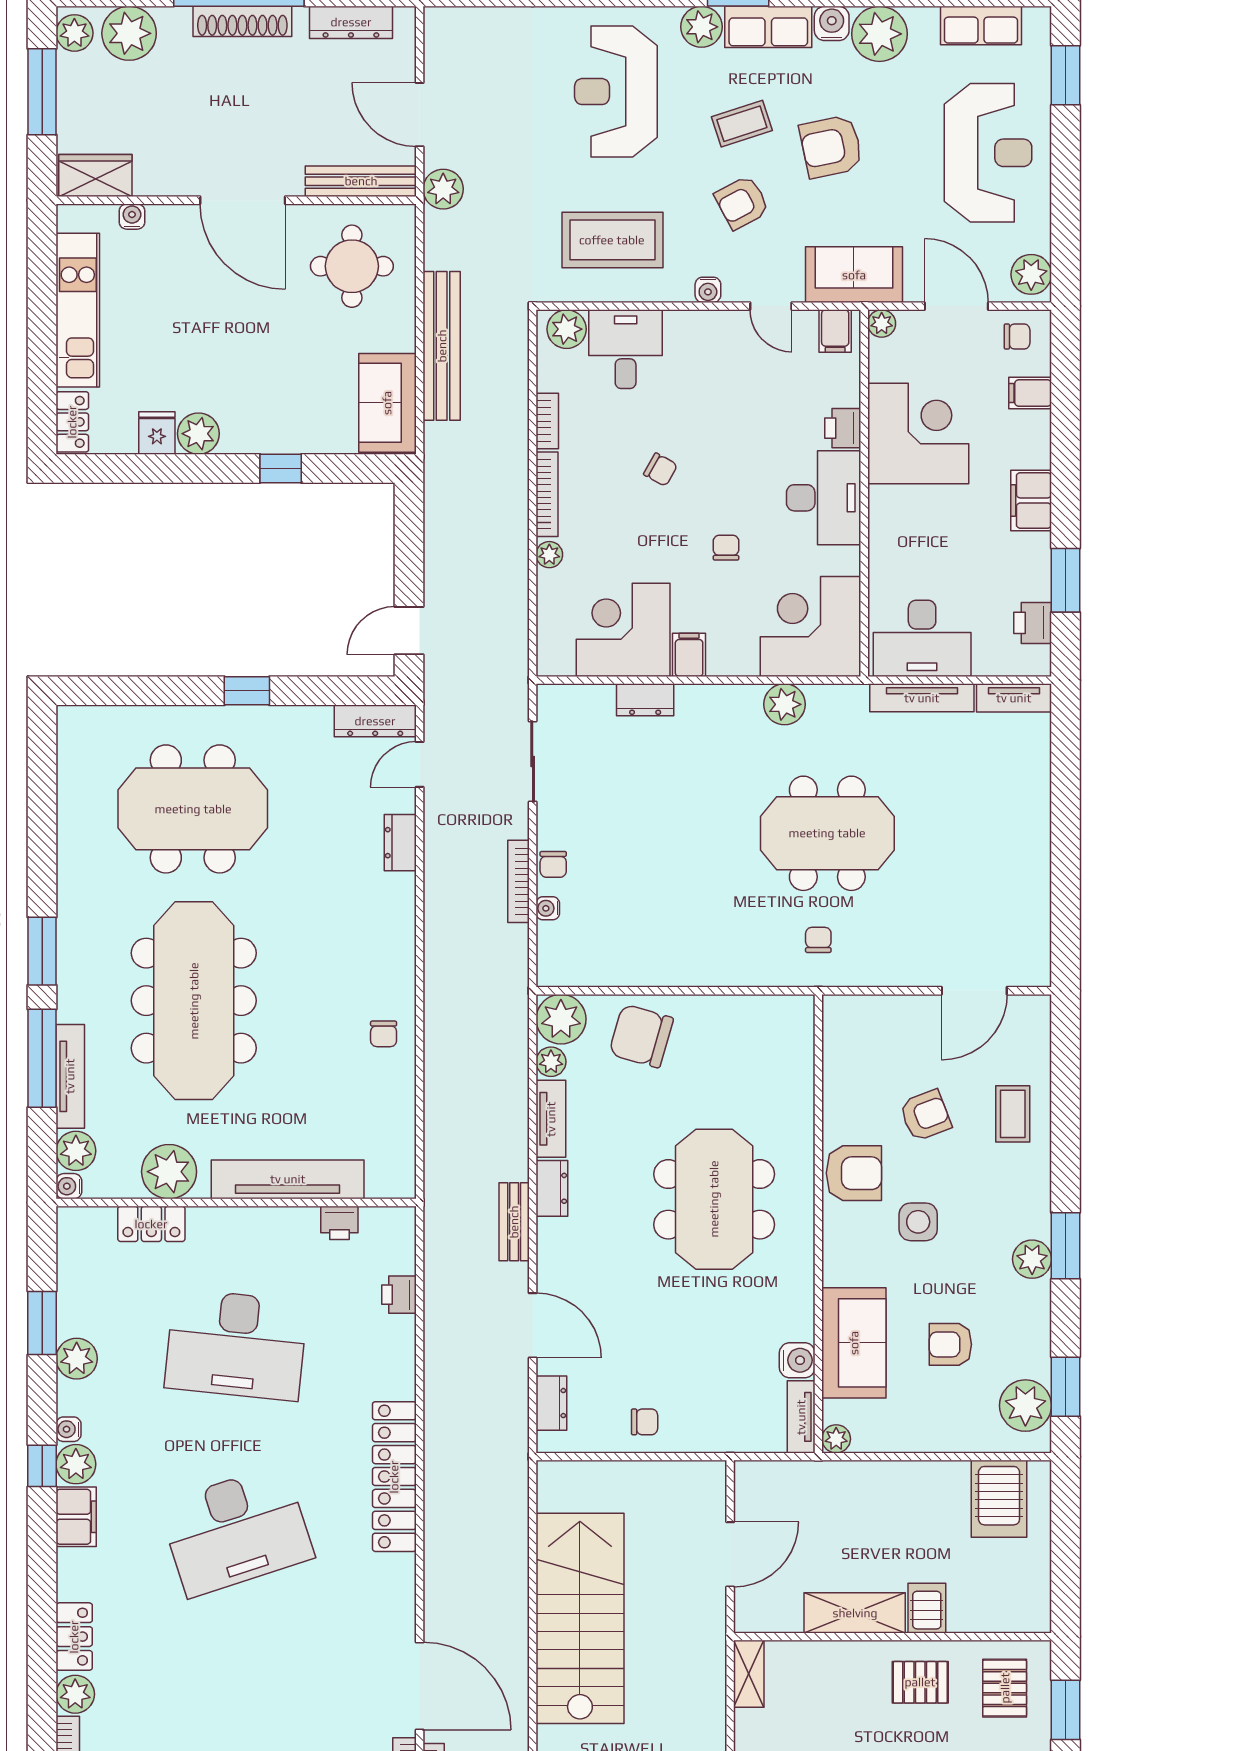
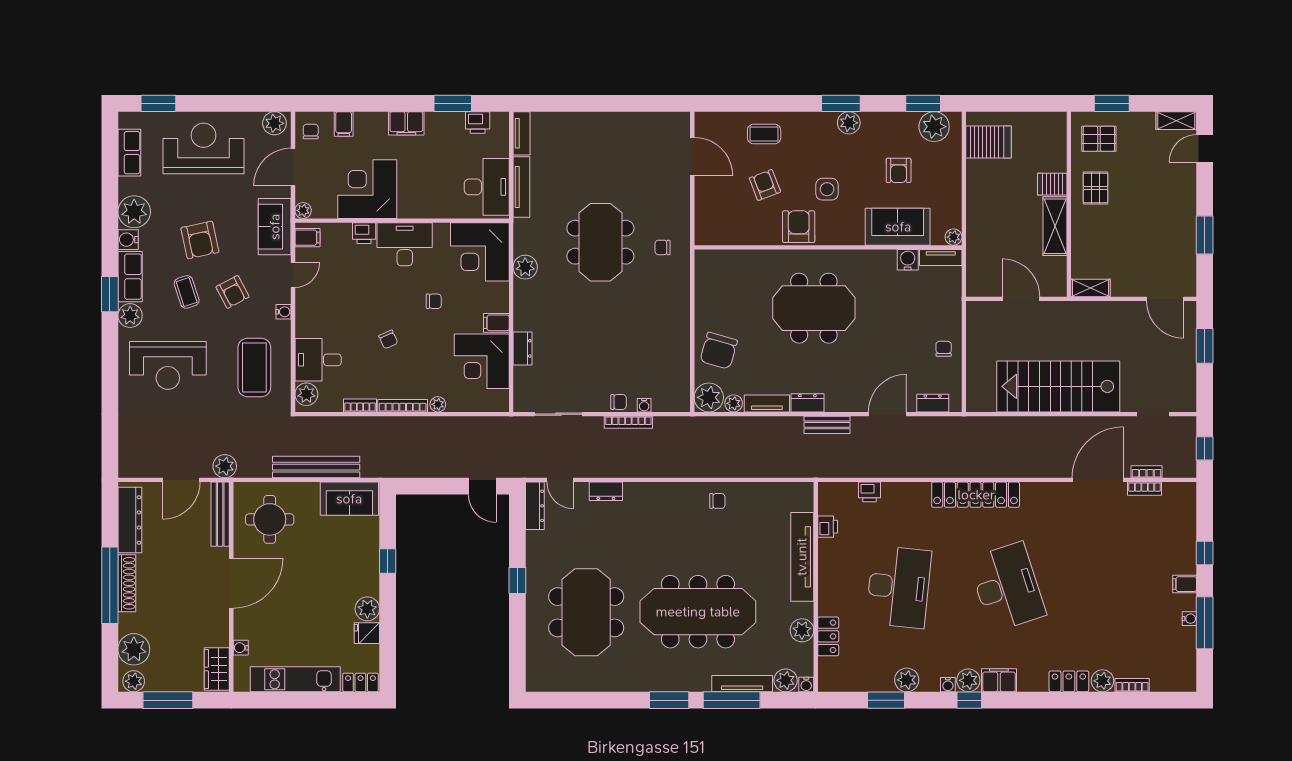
dresser: (351, 22) -> (130, 520), width x1.37, depth x1.24
chair: (661, 470) -> (388, 339), turned 127
chair: (726, 548) -> (434, 301), turned 180
plant: (169, 1172) -> (802, 630), width x0.73, depth x0.73

